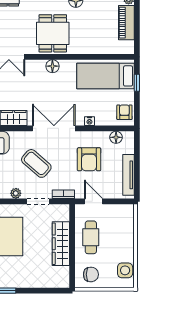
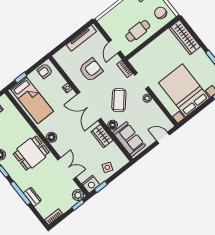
floor lamp: (116, 137) -> (113, 125), moved
wardrobe: (61, 244) -> (185, 37), moved, turned 90

